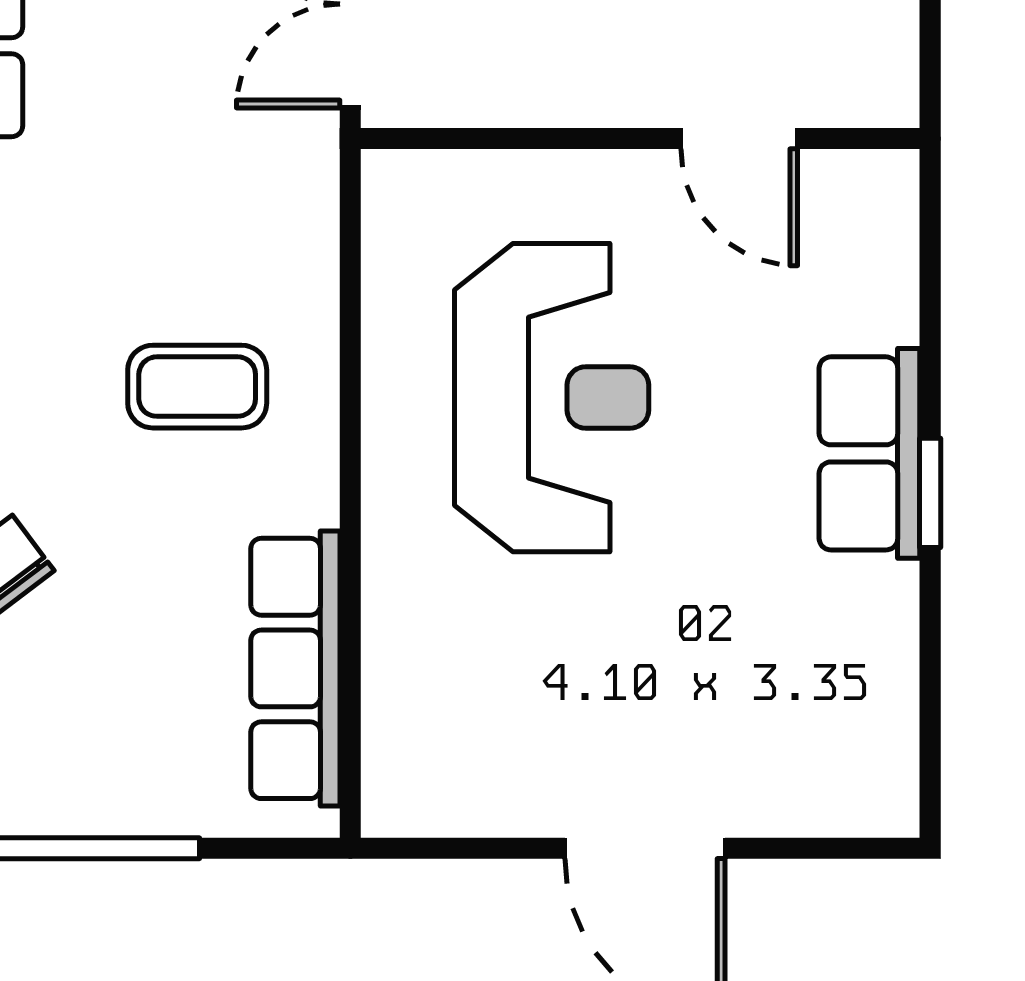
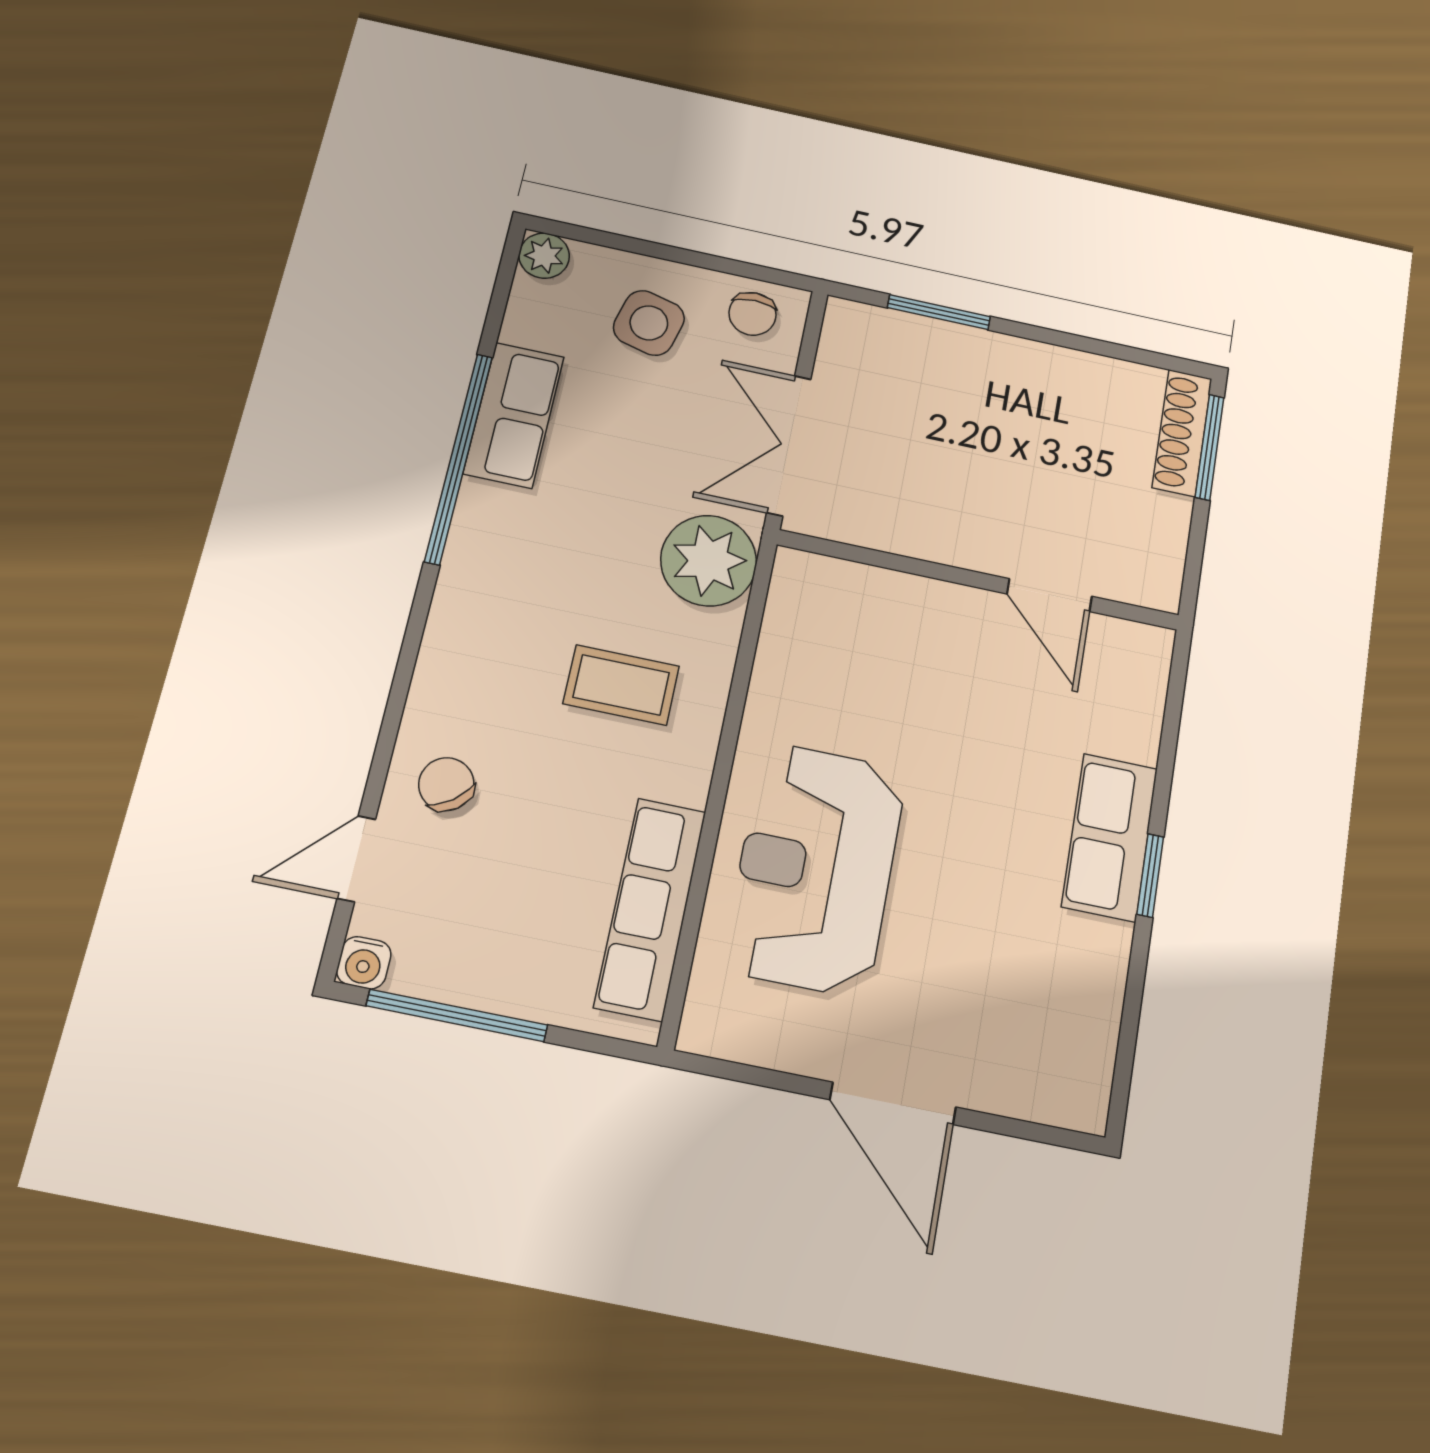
plant: (276, 192) -> (709, 561), added
reception desk: (552, 398) -> (815, 869), moved, turned 180

